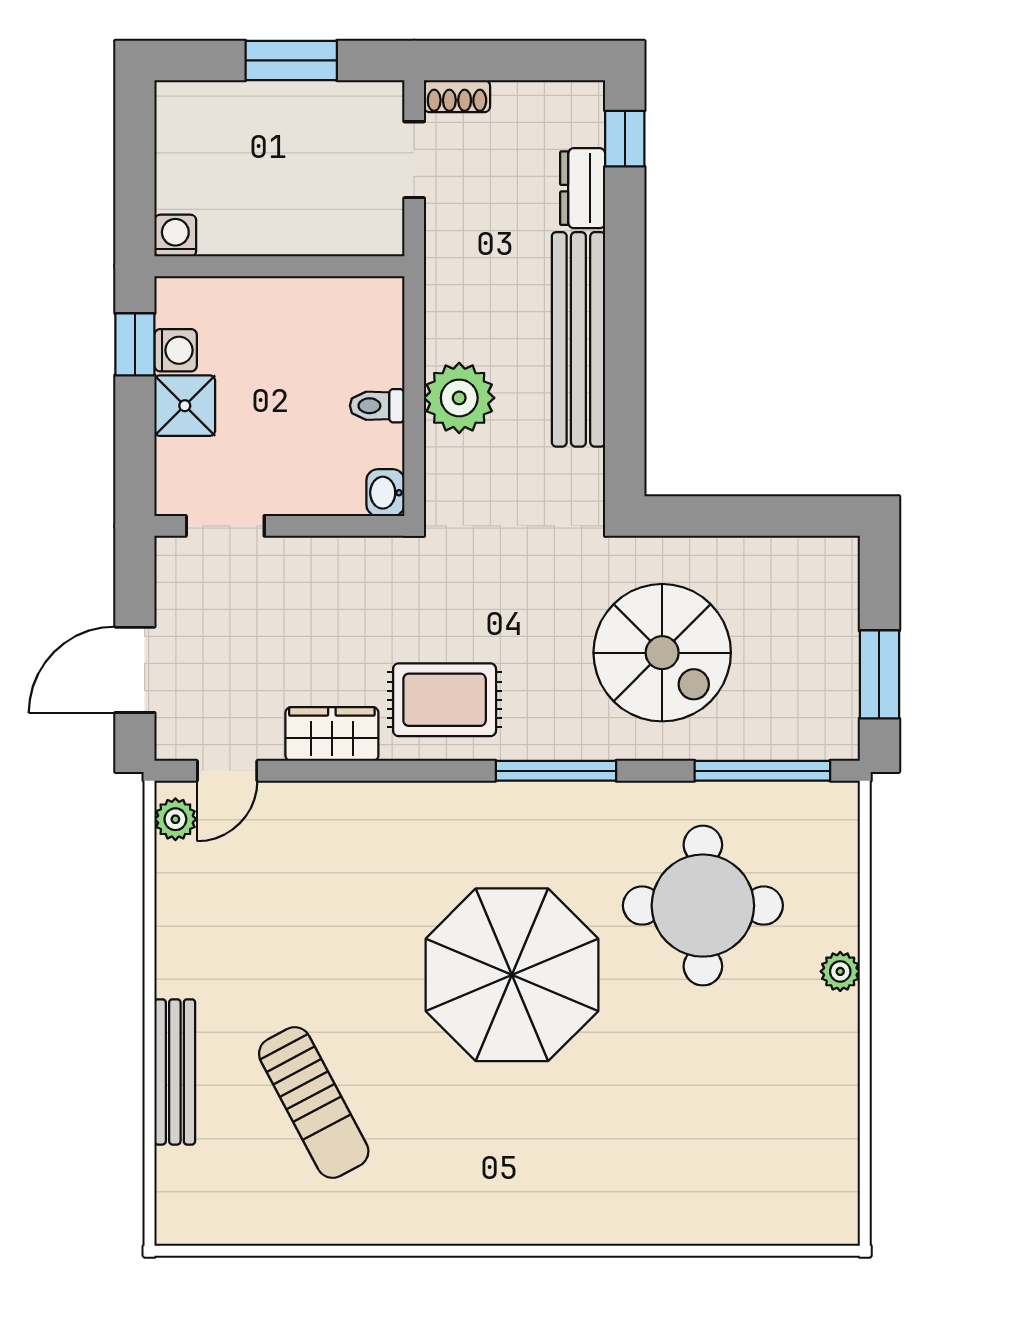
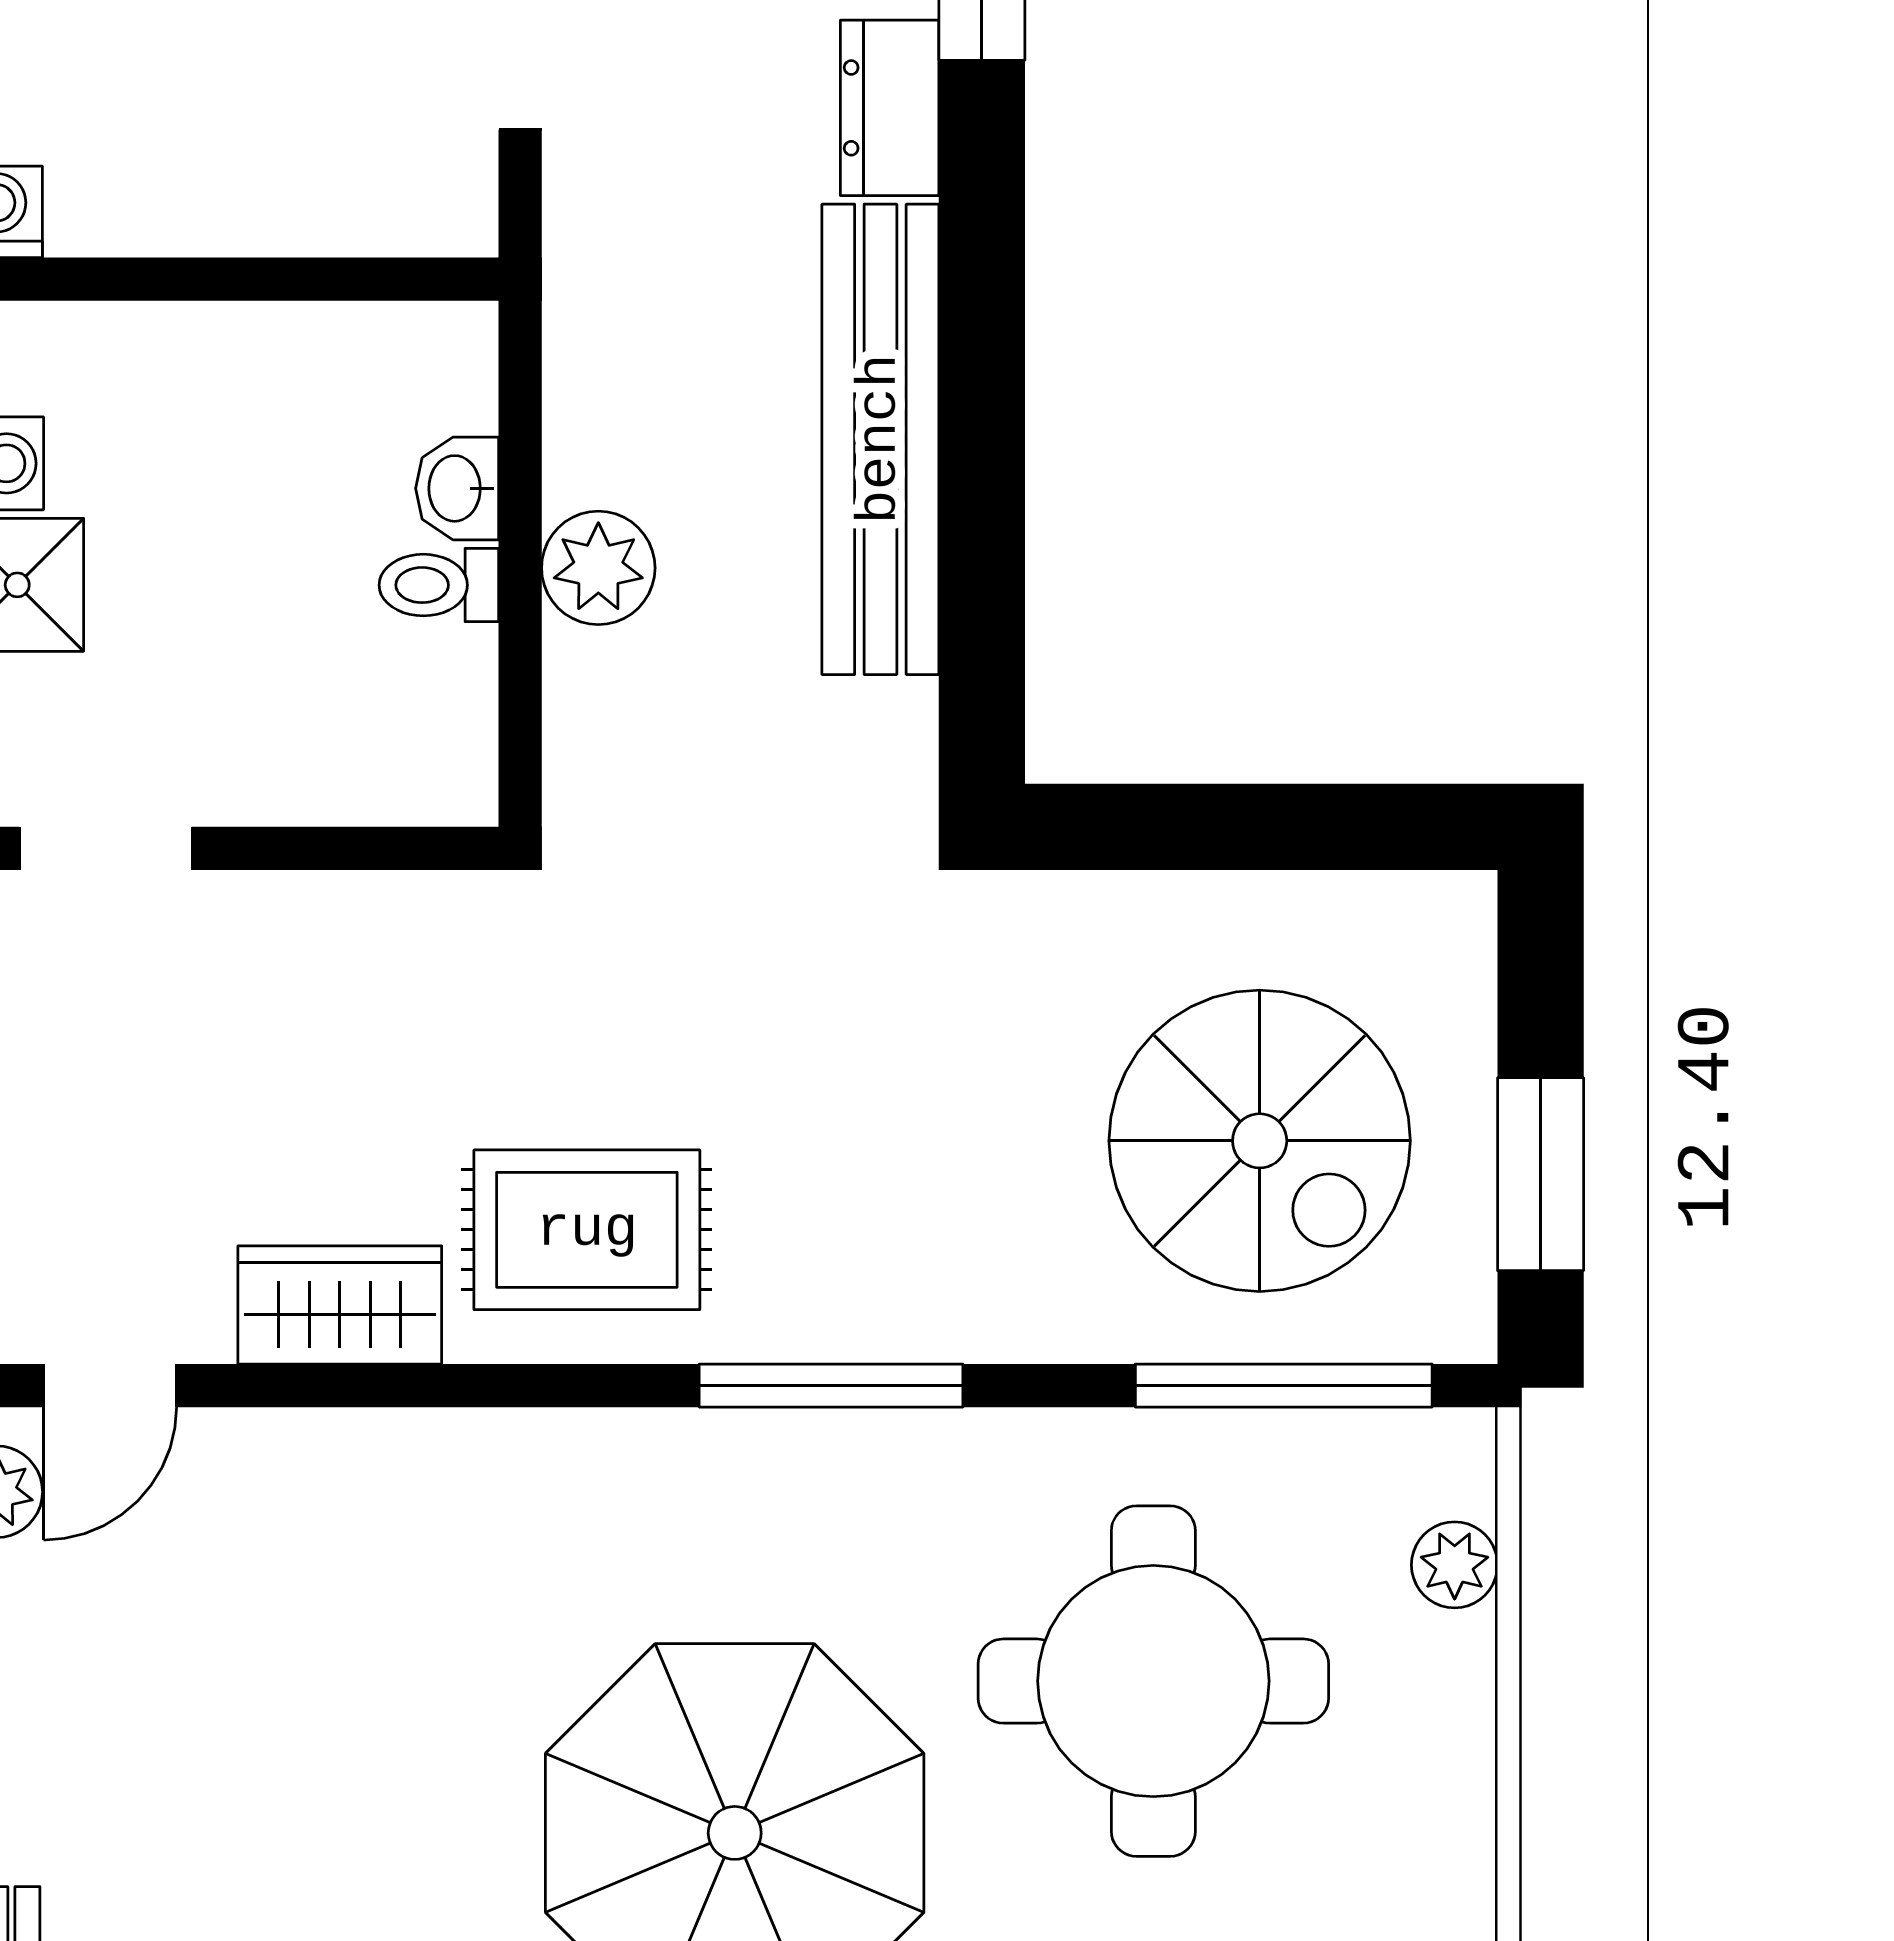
plant: (459, 398) -> (598, 568), width x0.73, depth x0.73
washbasin: (385, 493) -> (457, 488), moved
spiral stairs: (662, 653) -> (1260, 1141), moved
plant: (840, 971) -> (1455, 1565), moved

